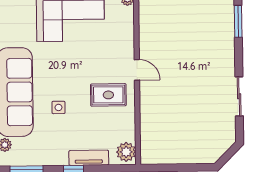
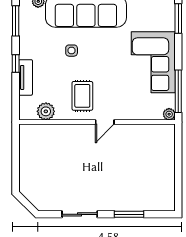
window: (238, 21) -> (129, 214), moved
plant: (126, 152) -> (46, 111), moved

